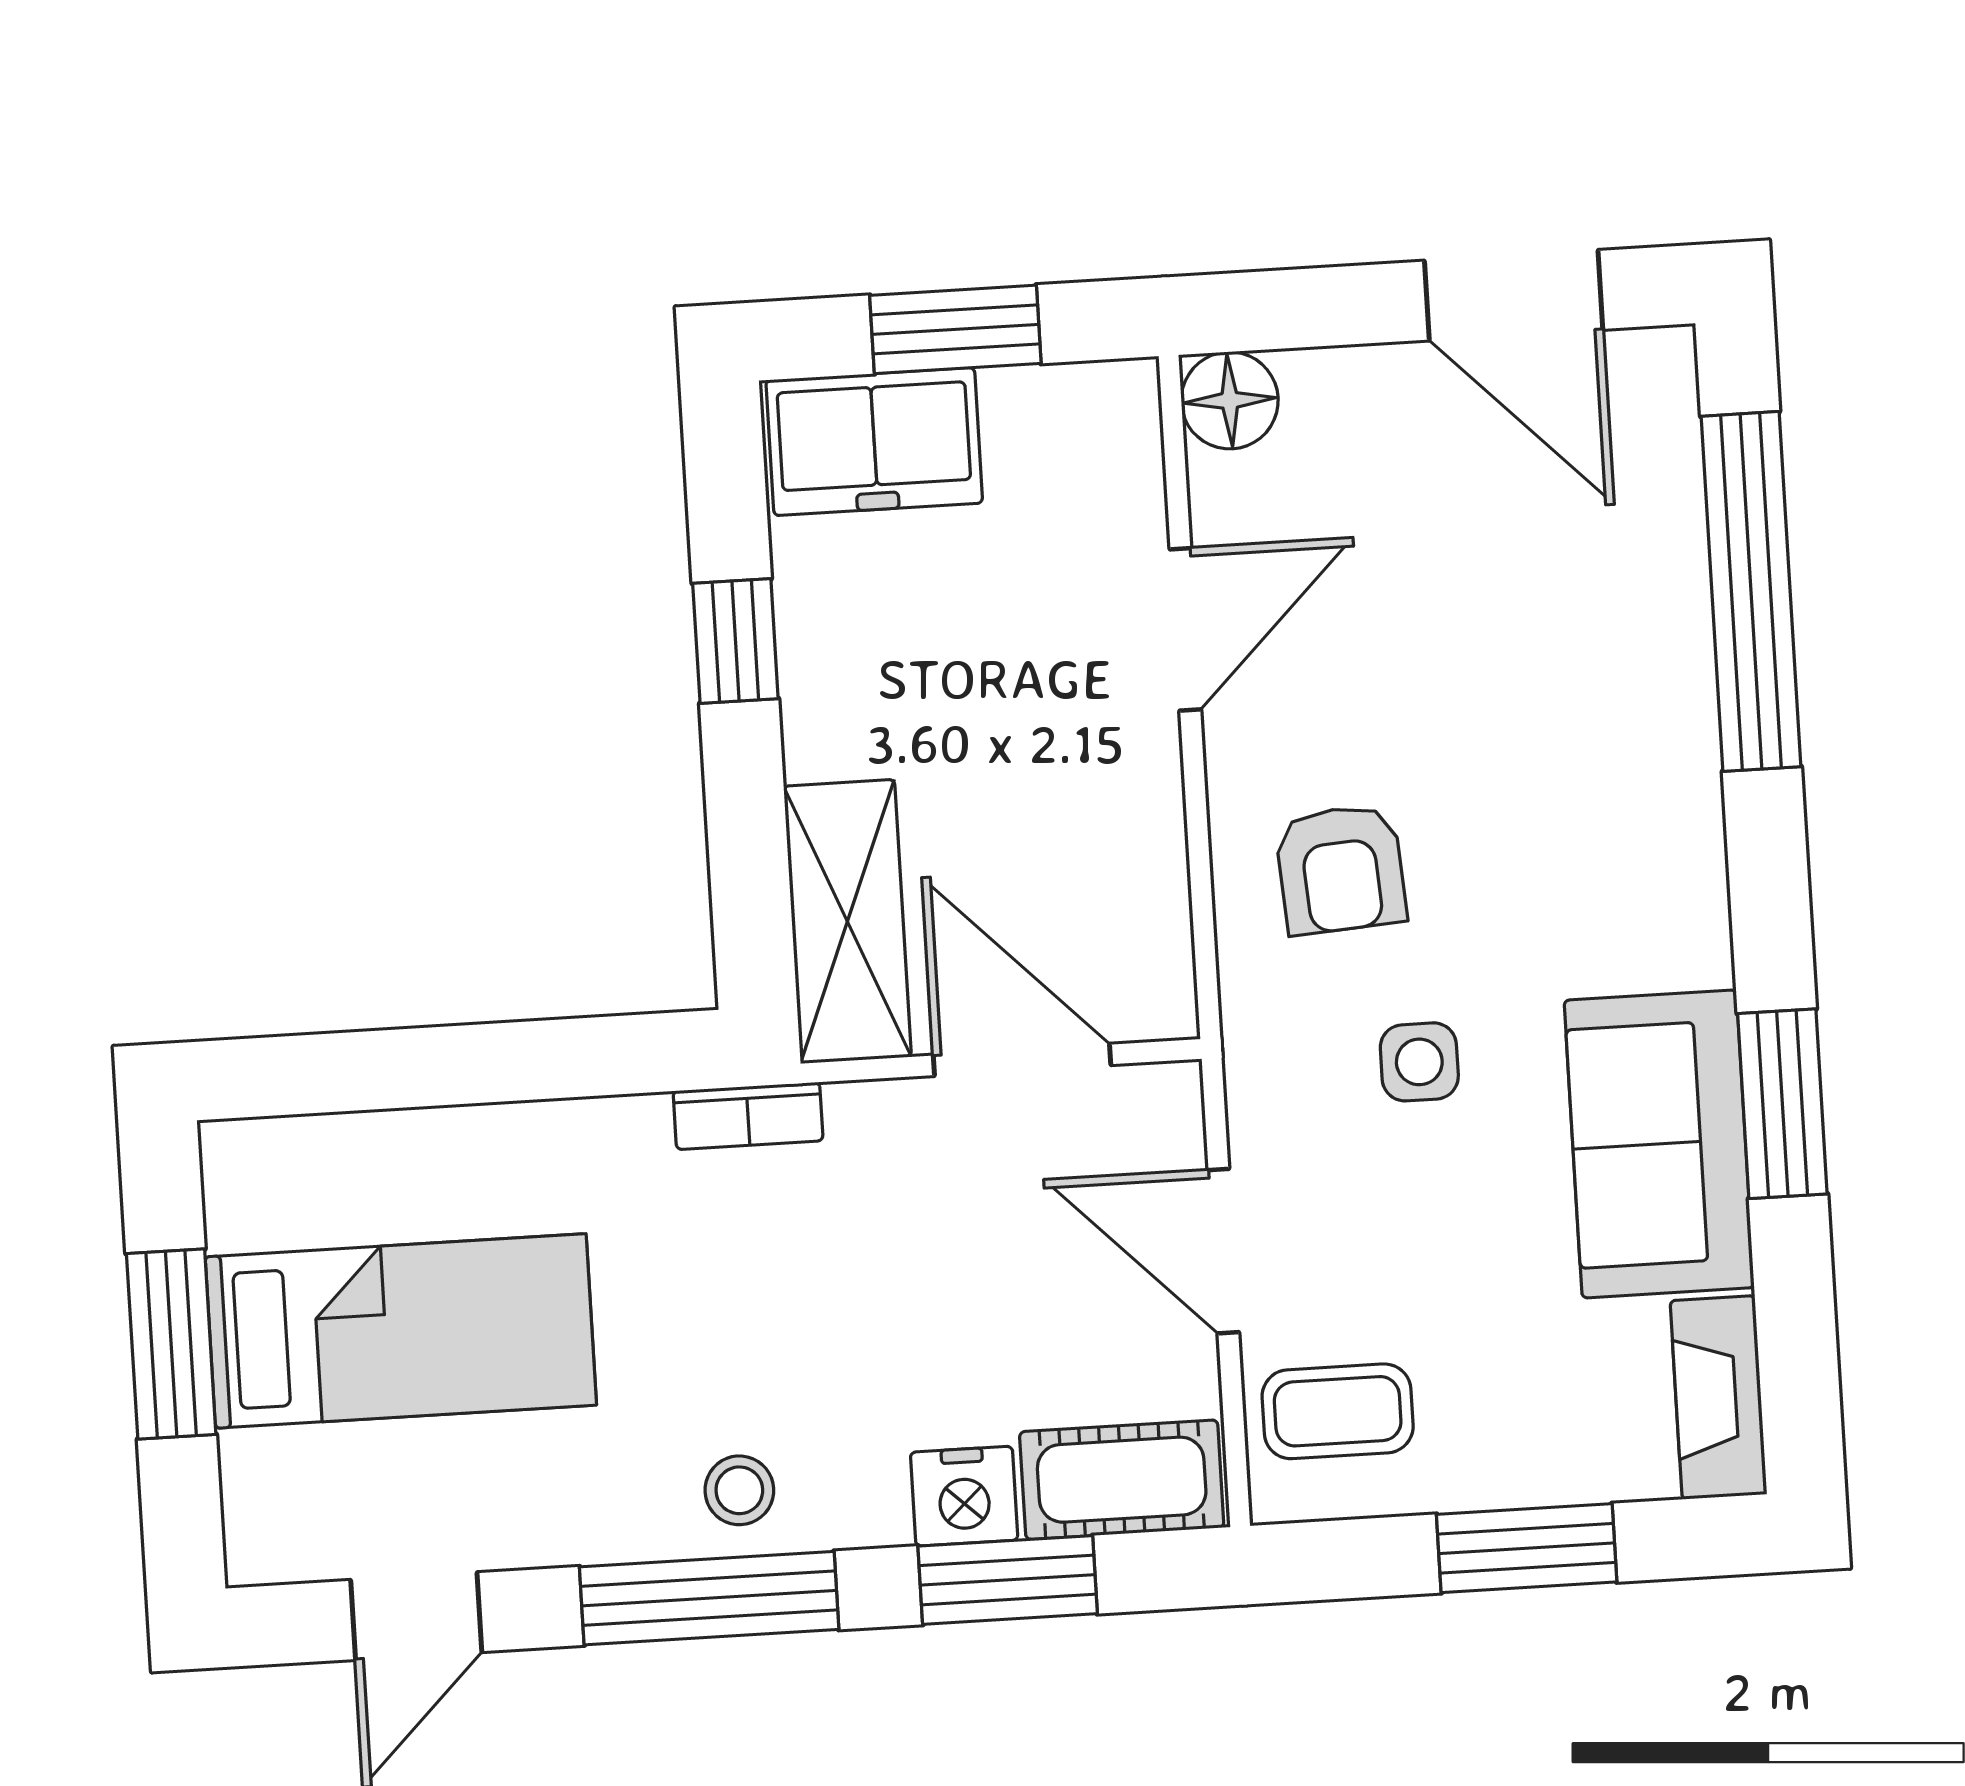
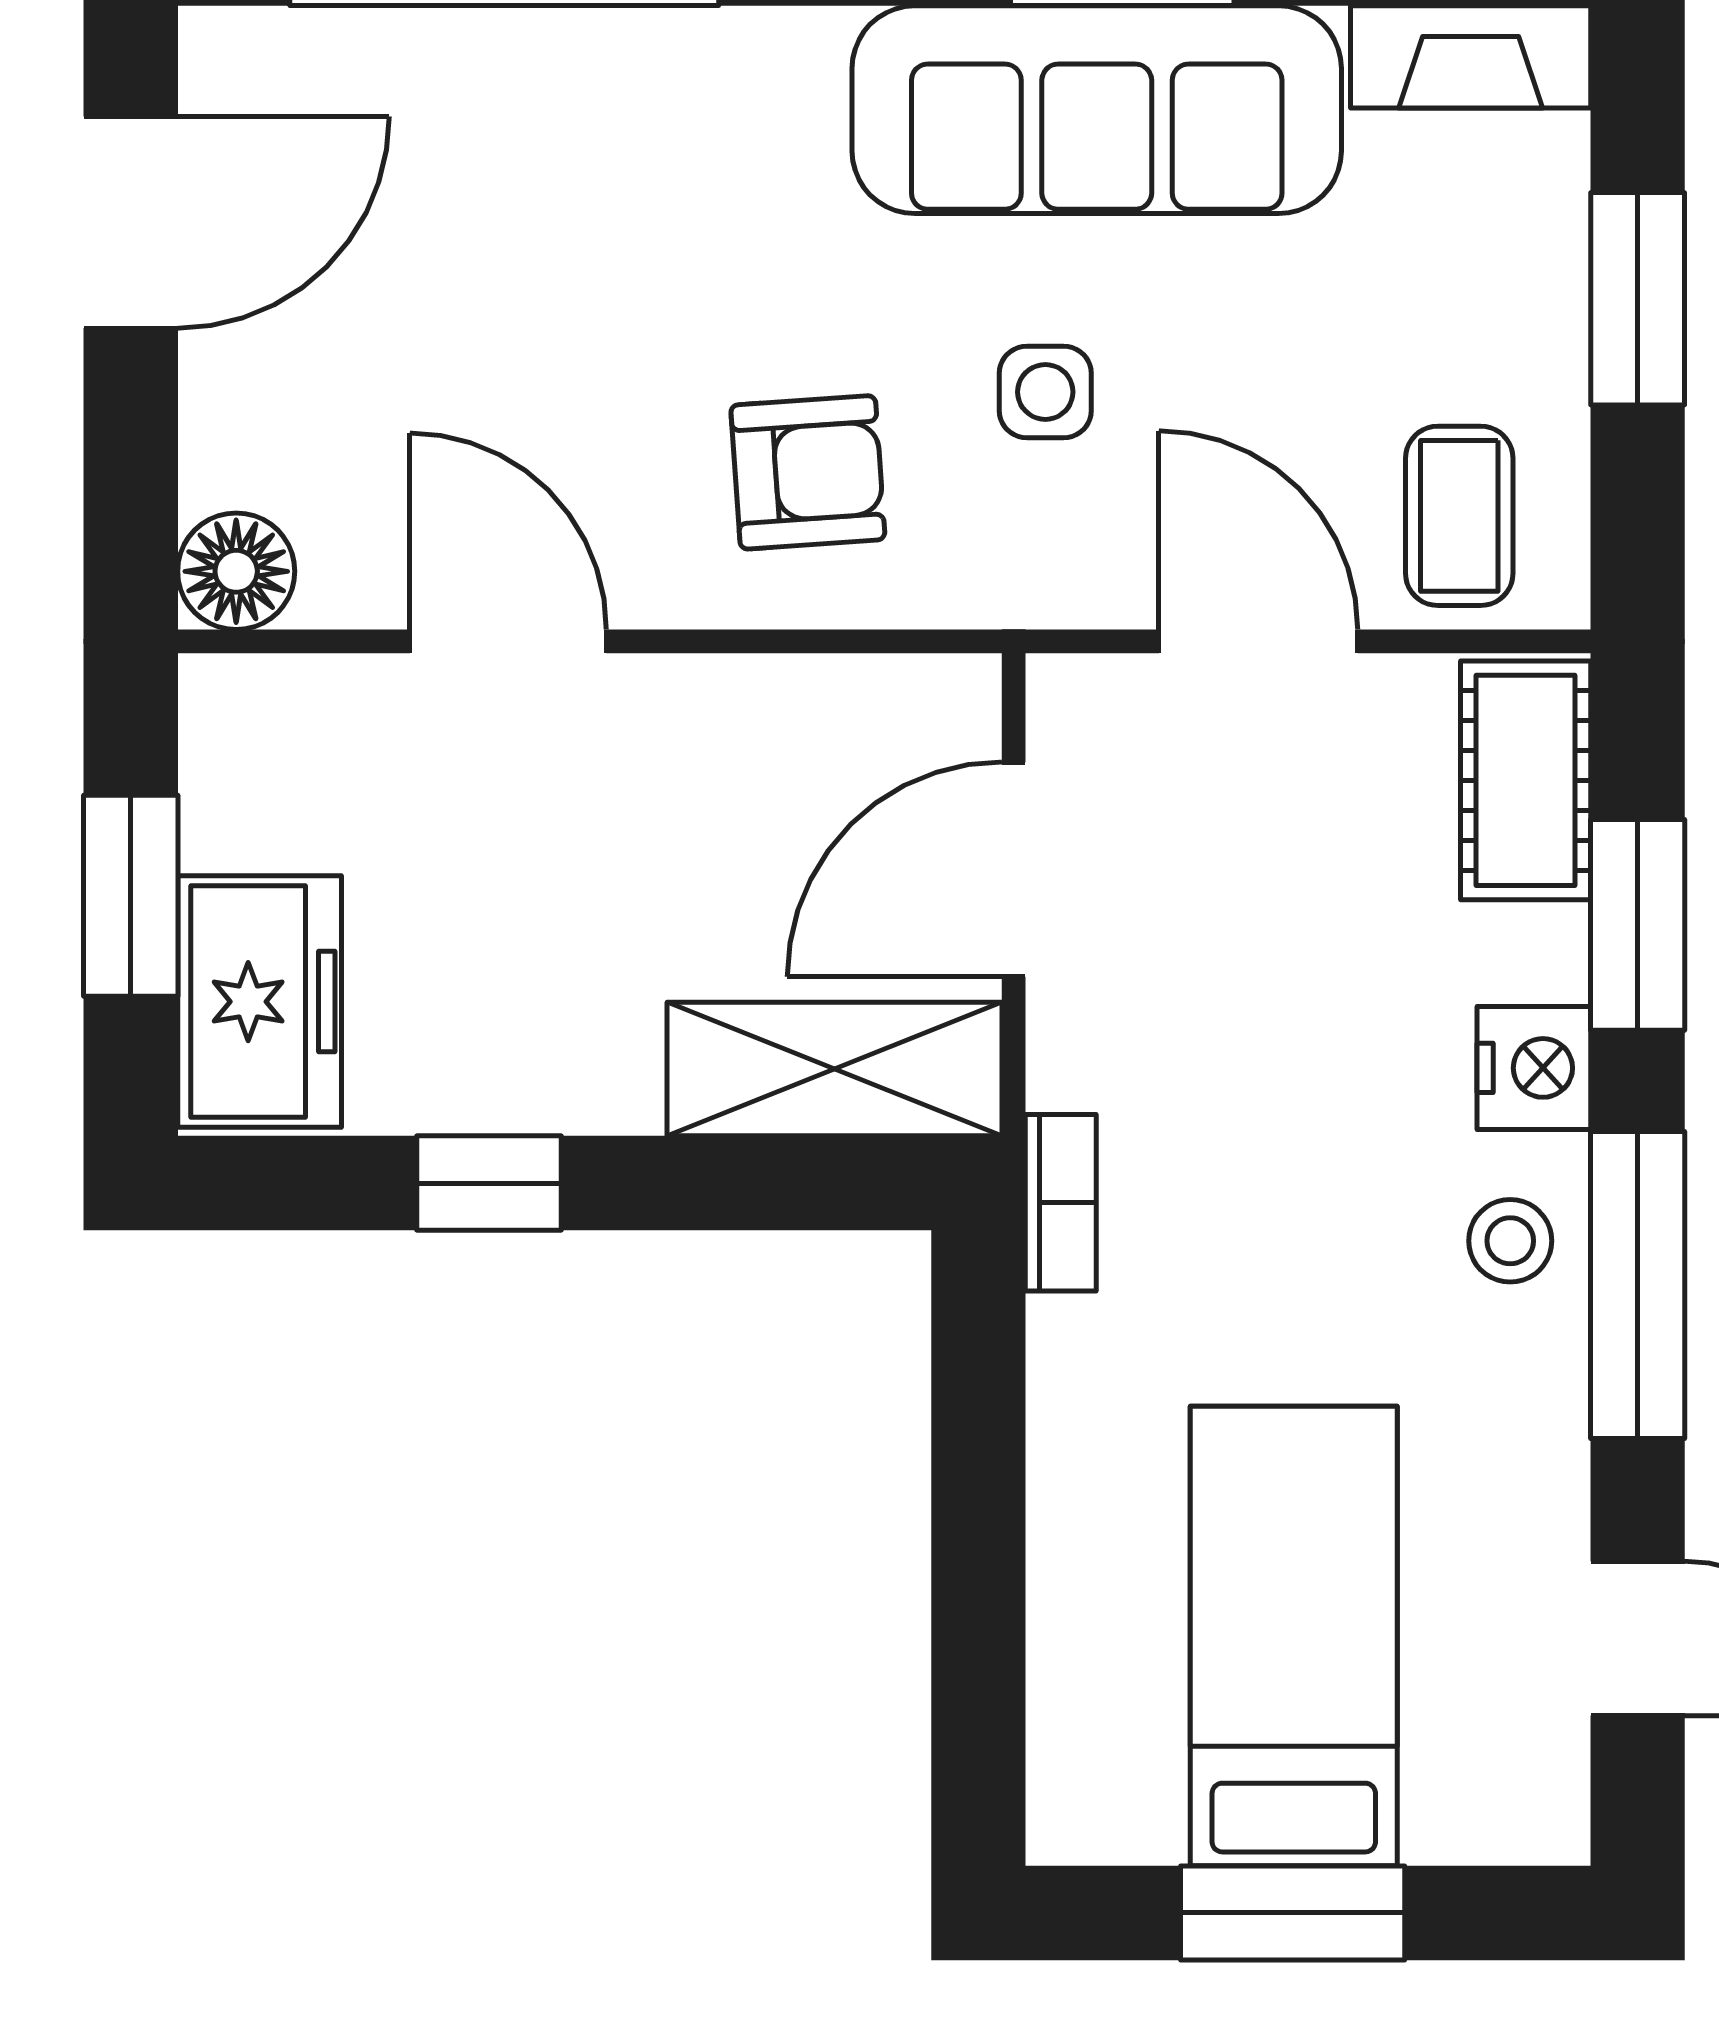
sofa: (1659, 1144) -> (1097, 110), width x1.36
door: (1223, 1251) -> (1258, 641), swing flipped
nightstand: (964, 1496) -> (1534, 1068), moved

